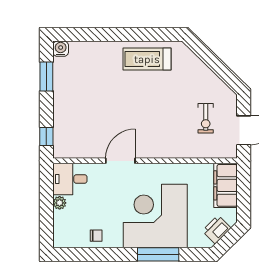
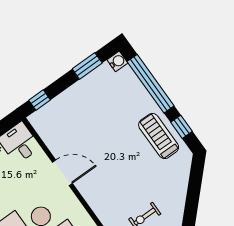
window: (99, 34) -> (151, 84), added
window: (153, 34) -> (181, 127), added

